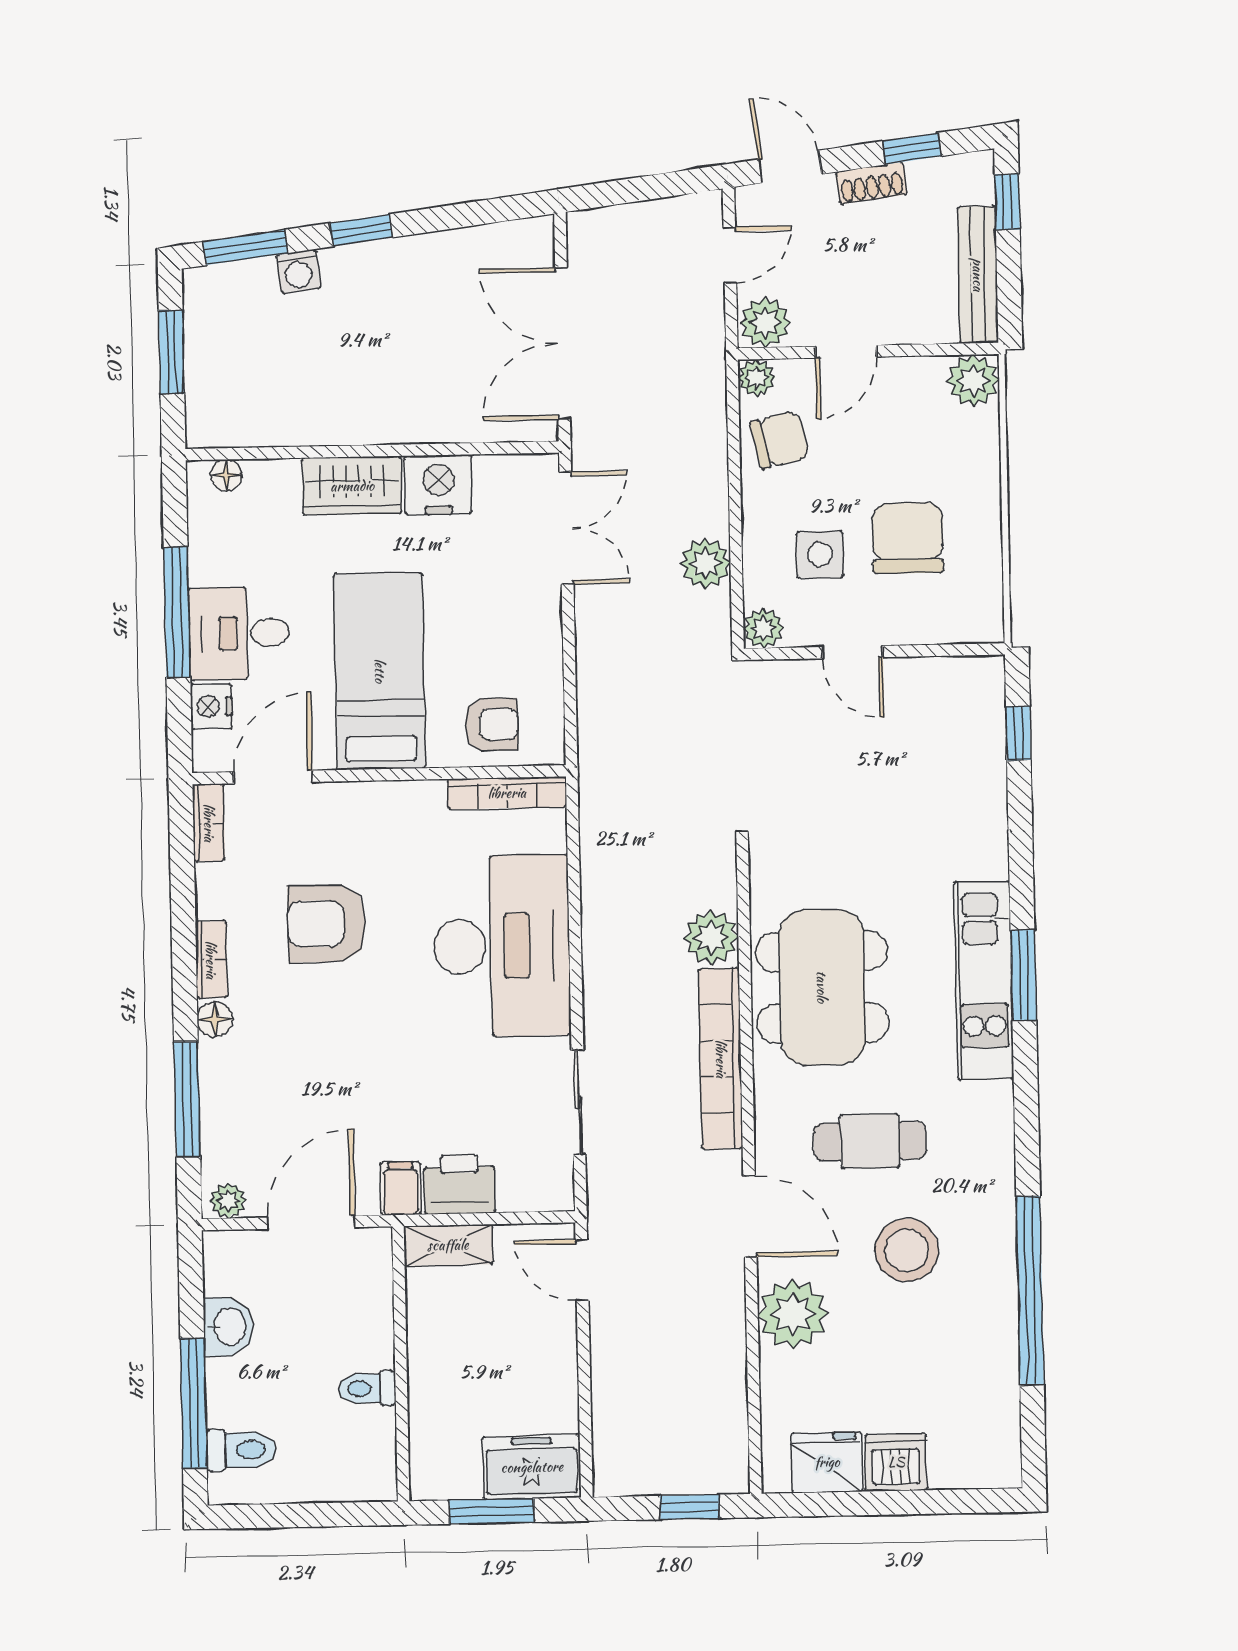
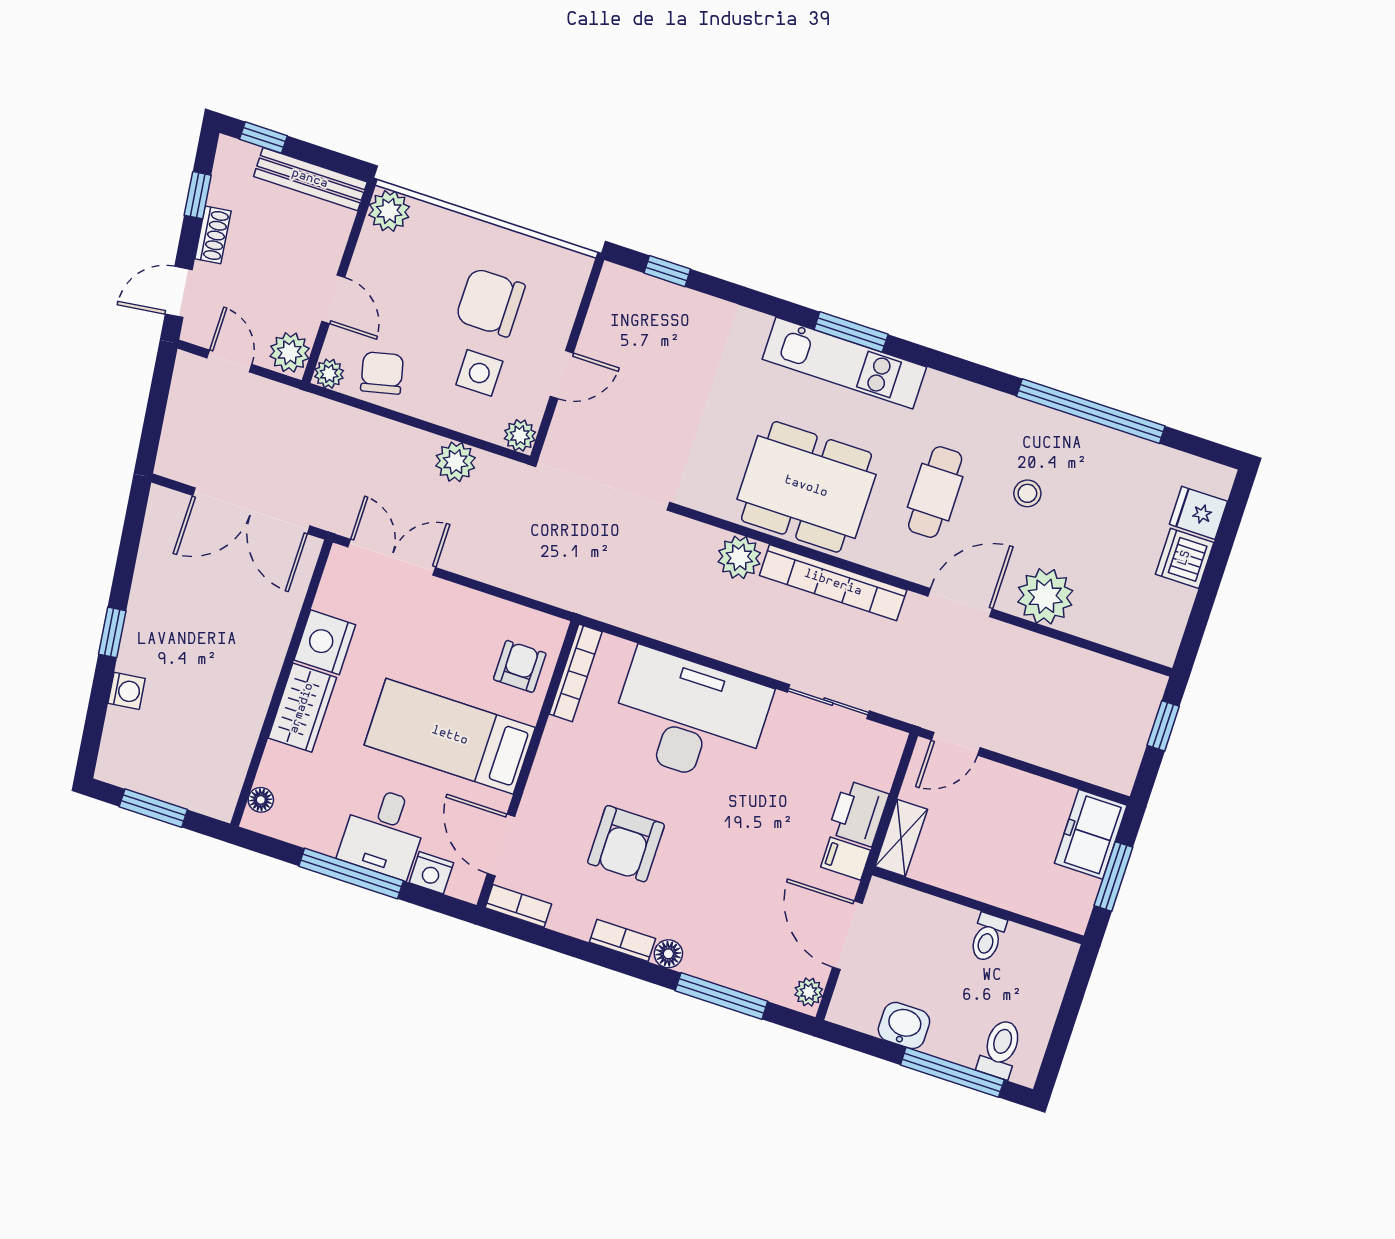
window: (245, 247) -> (94, 725), removed
stool: (907, 1250) -> (1027, 493), width x0.53, depth x0.53
fridge: (827, 1462) -> (1198, 513), moved, width x0.72

